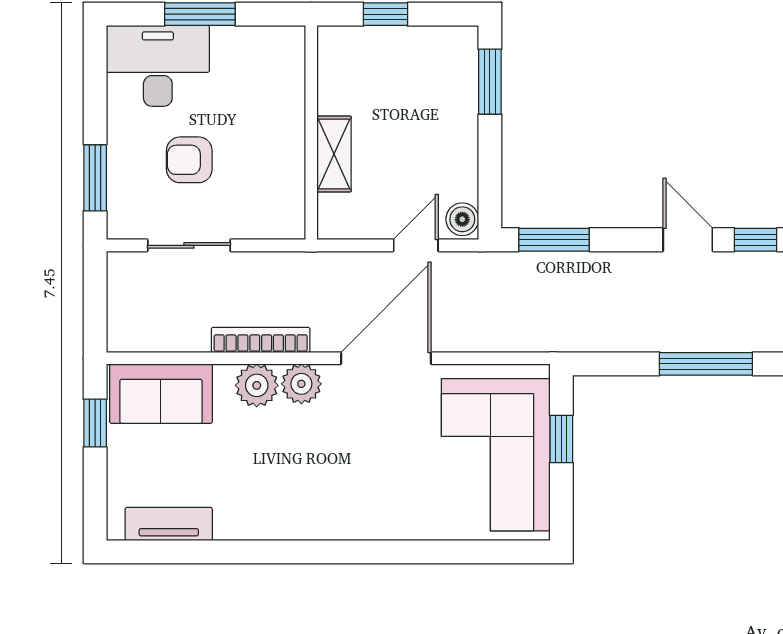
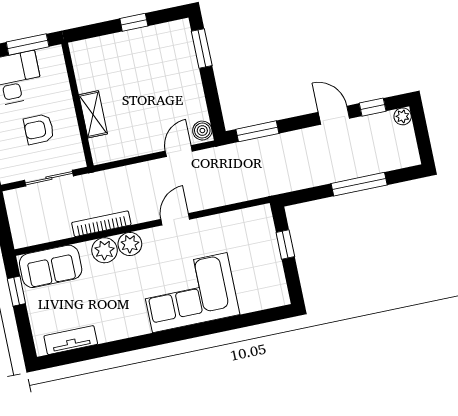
wall: (311, 133) -> (77, 105), moved
shelving: (334, 154) -> (93, 114), moved
door: (386, 358) -> (175, 219), width x0.53
corner sofa: (496, 455) -> (190, 293), moved, turned 90

